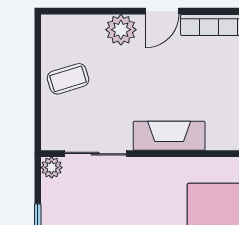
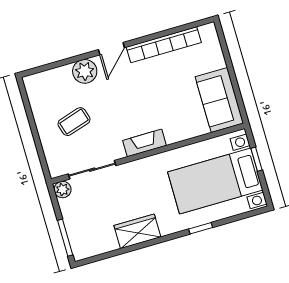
coffee table: (68, 79) -> (74, 122), moved
fireplace: (169, 136) -> (144, 143), width x0.73, depth x0.76

